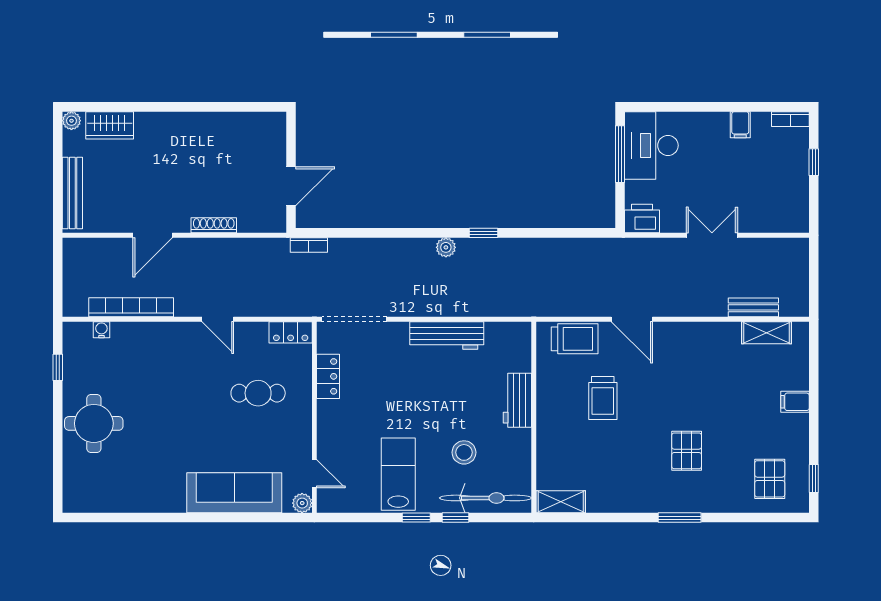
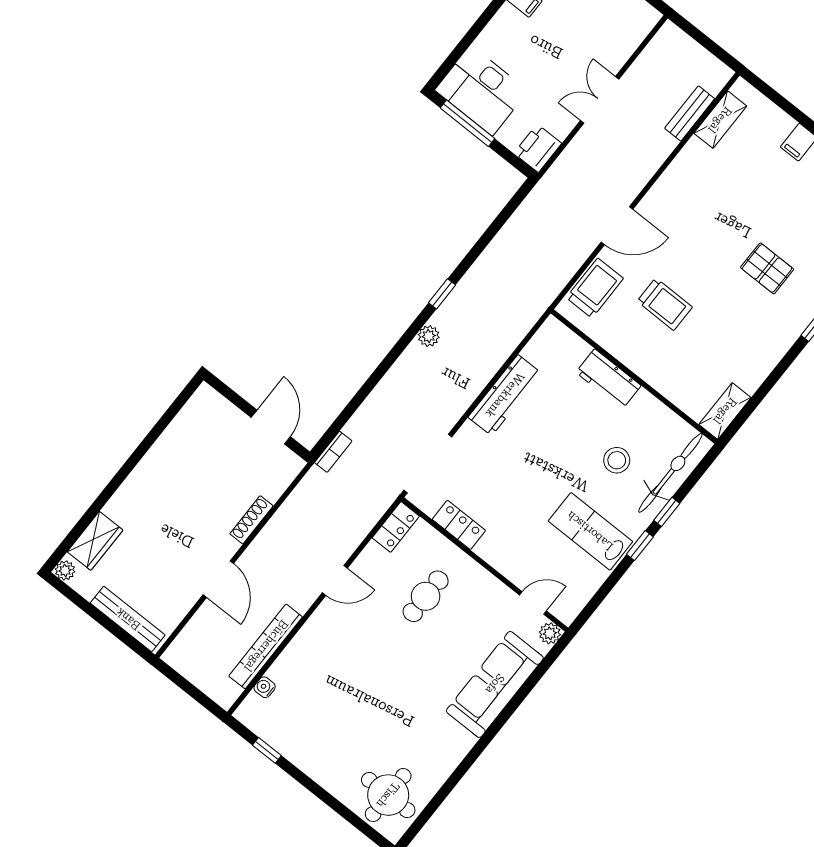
round table: (94, 423) -> (388, 795), moved

